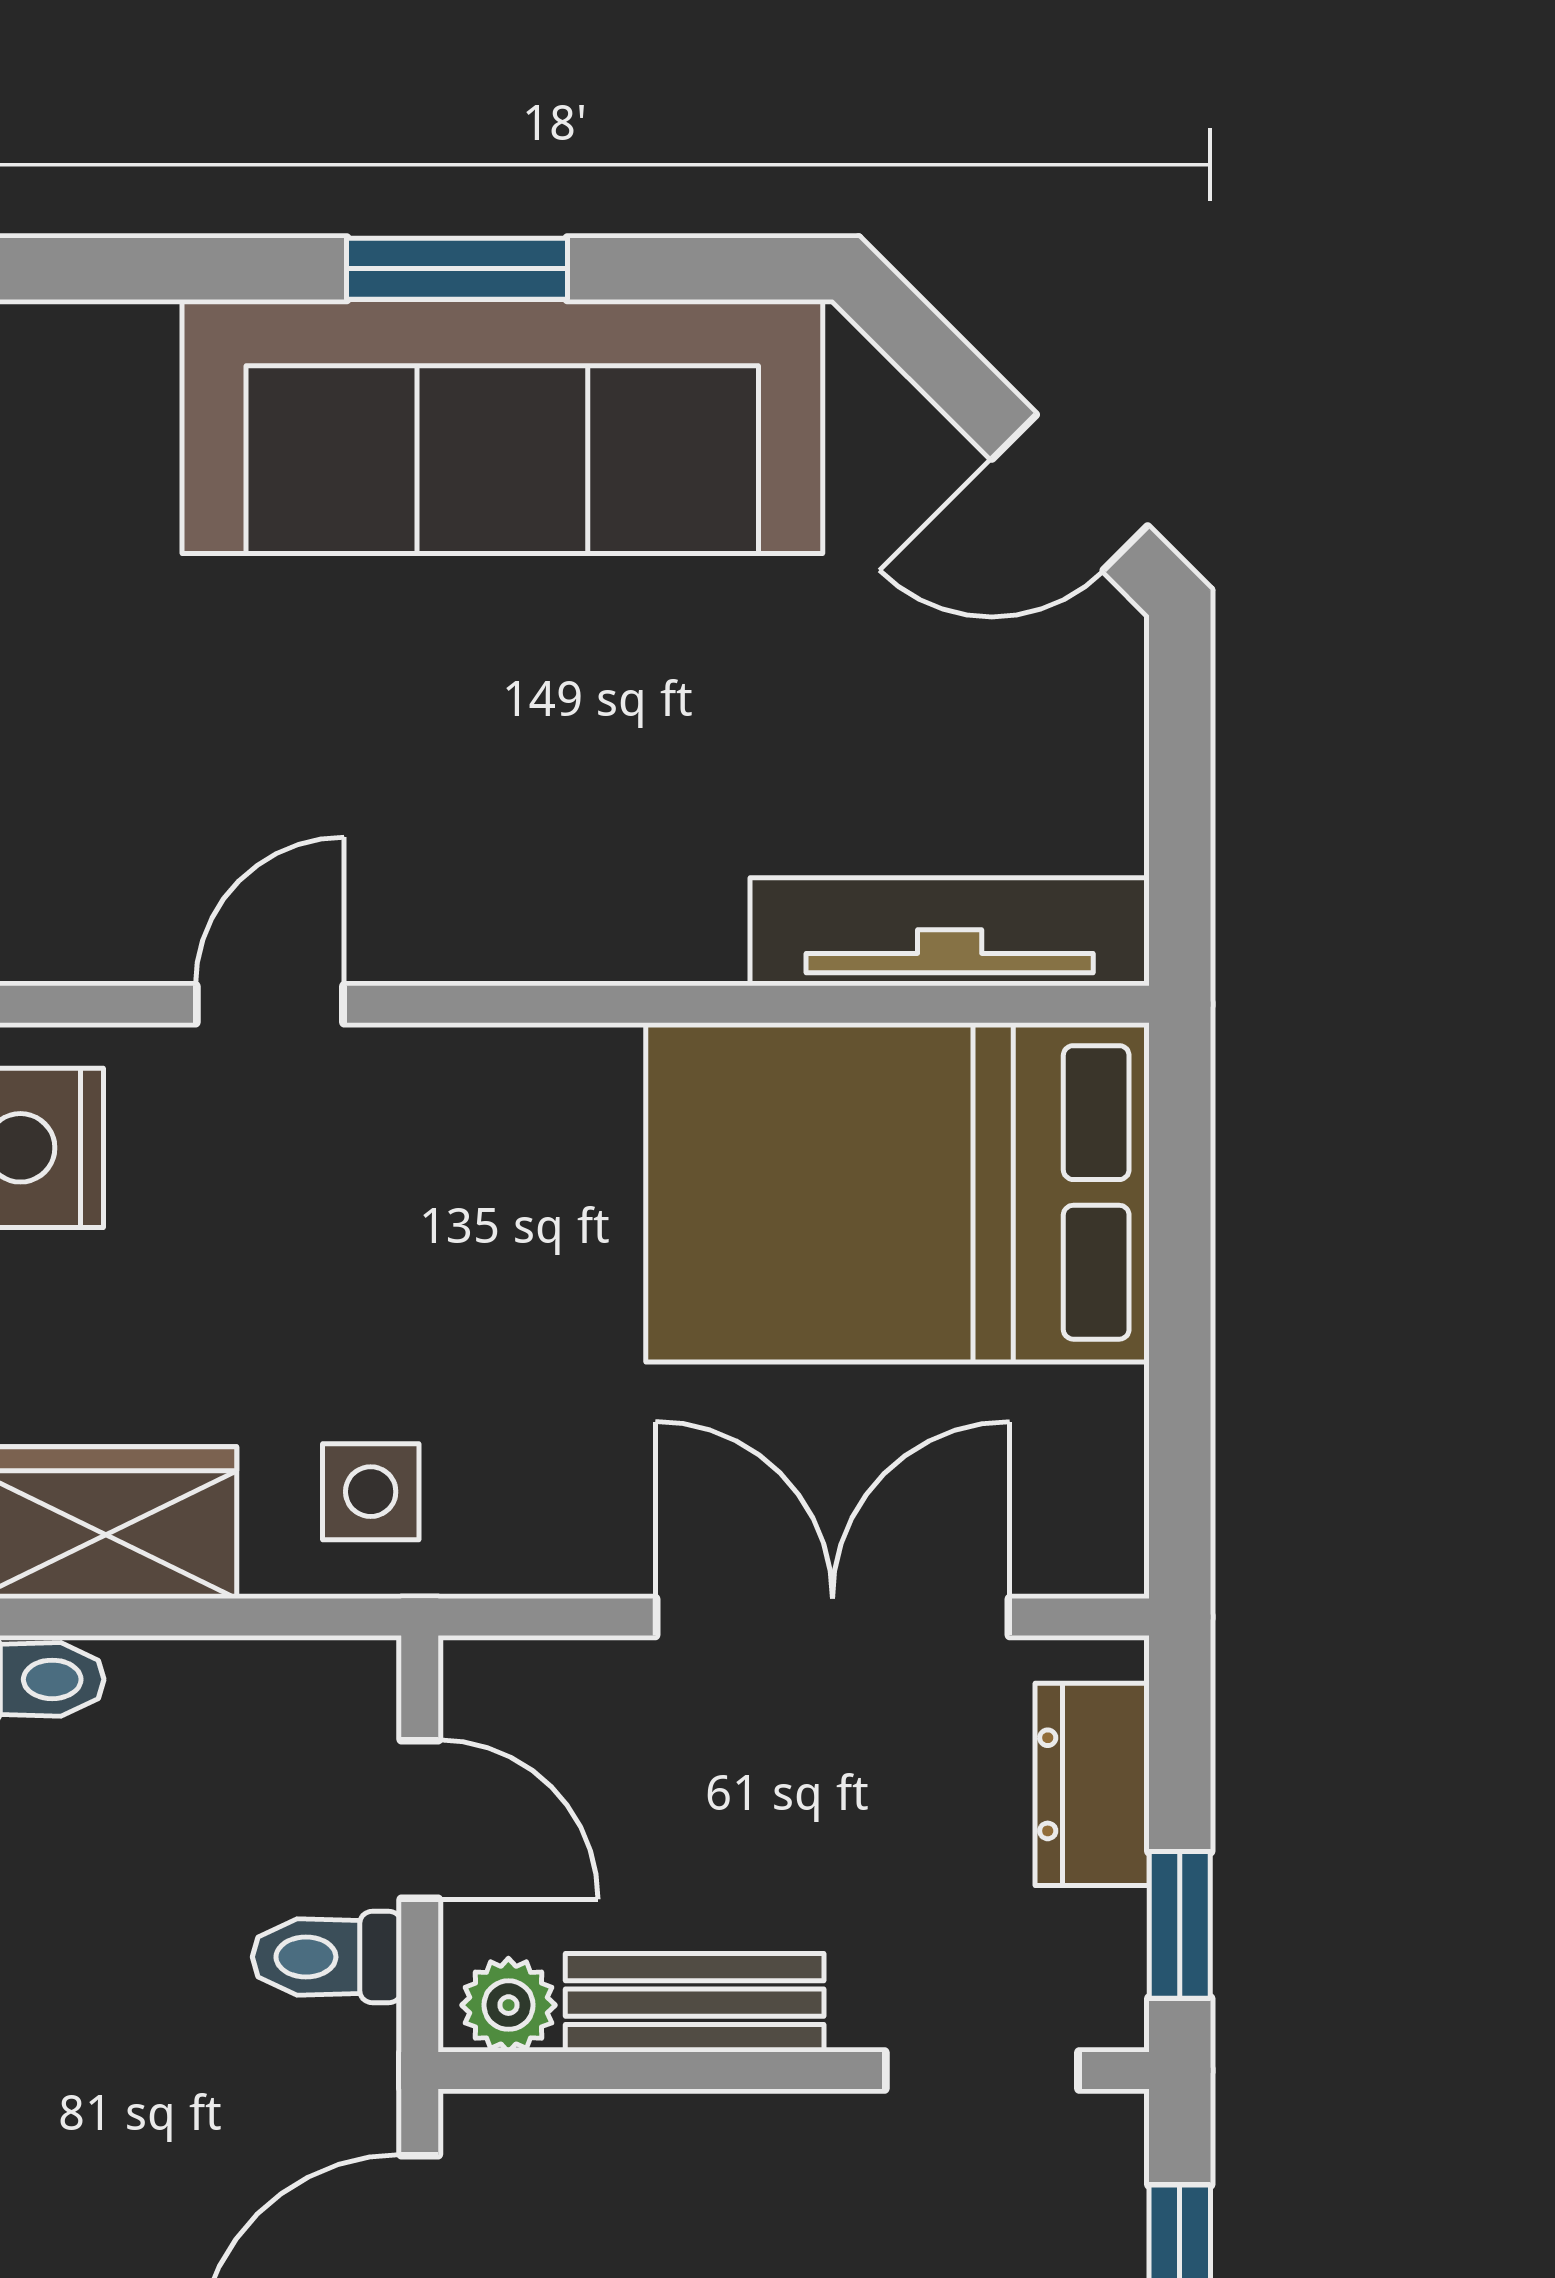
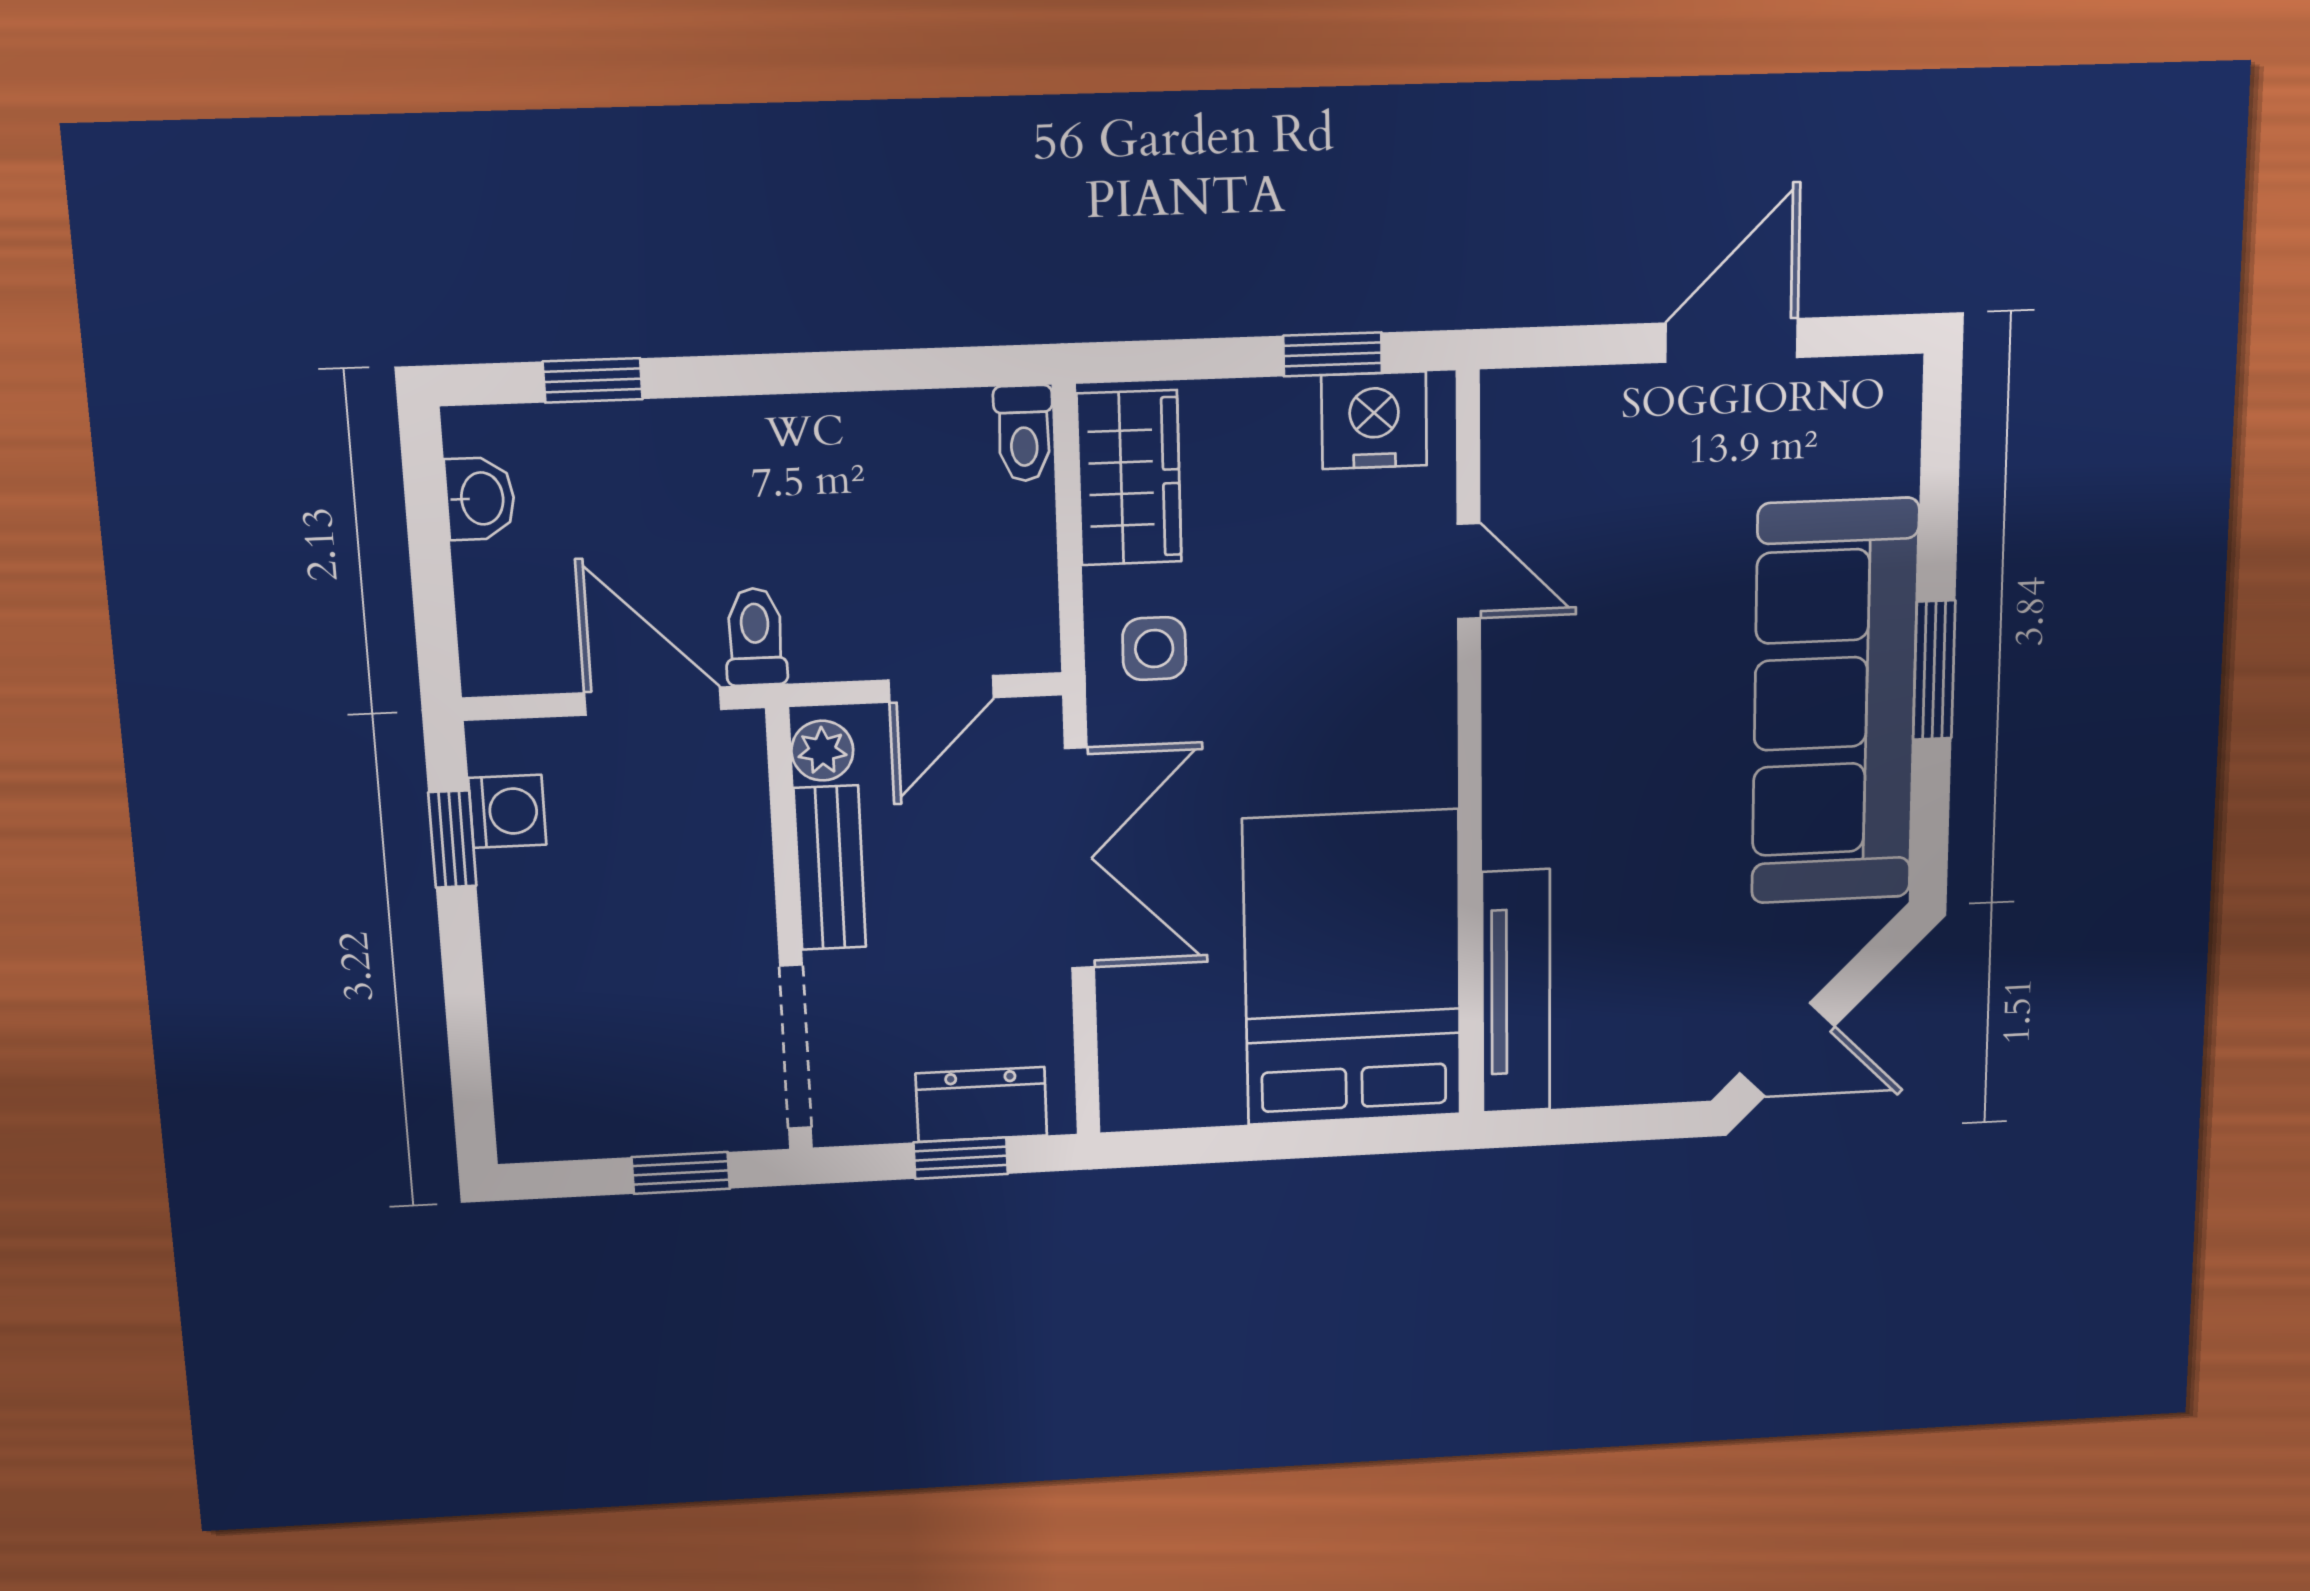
door: (1070, 493) -> (1787, 1050), swing flipped
double door: (833, 1617) -> (1079, 859), moved
window: (1180, 1925) -> (961, 1158), moved
toilet: (327, 1957) -> (755, 637), moved
doorway: (982, 2070) -> (795, 1047), width x1.38

